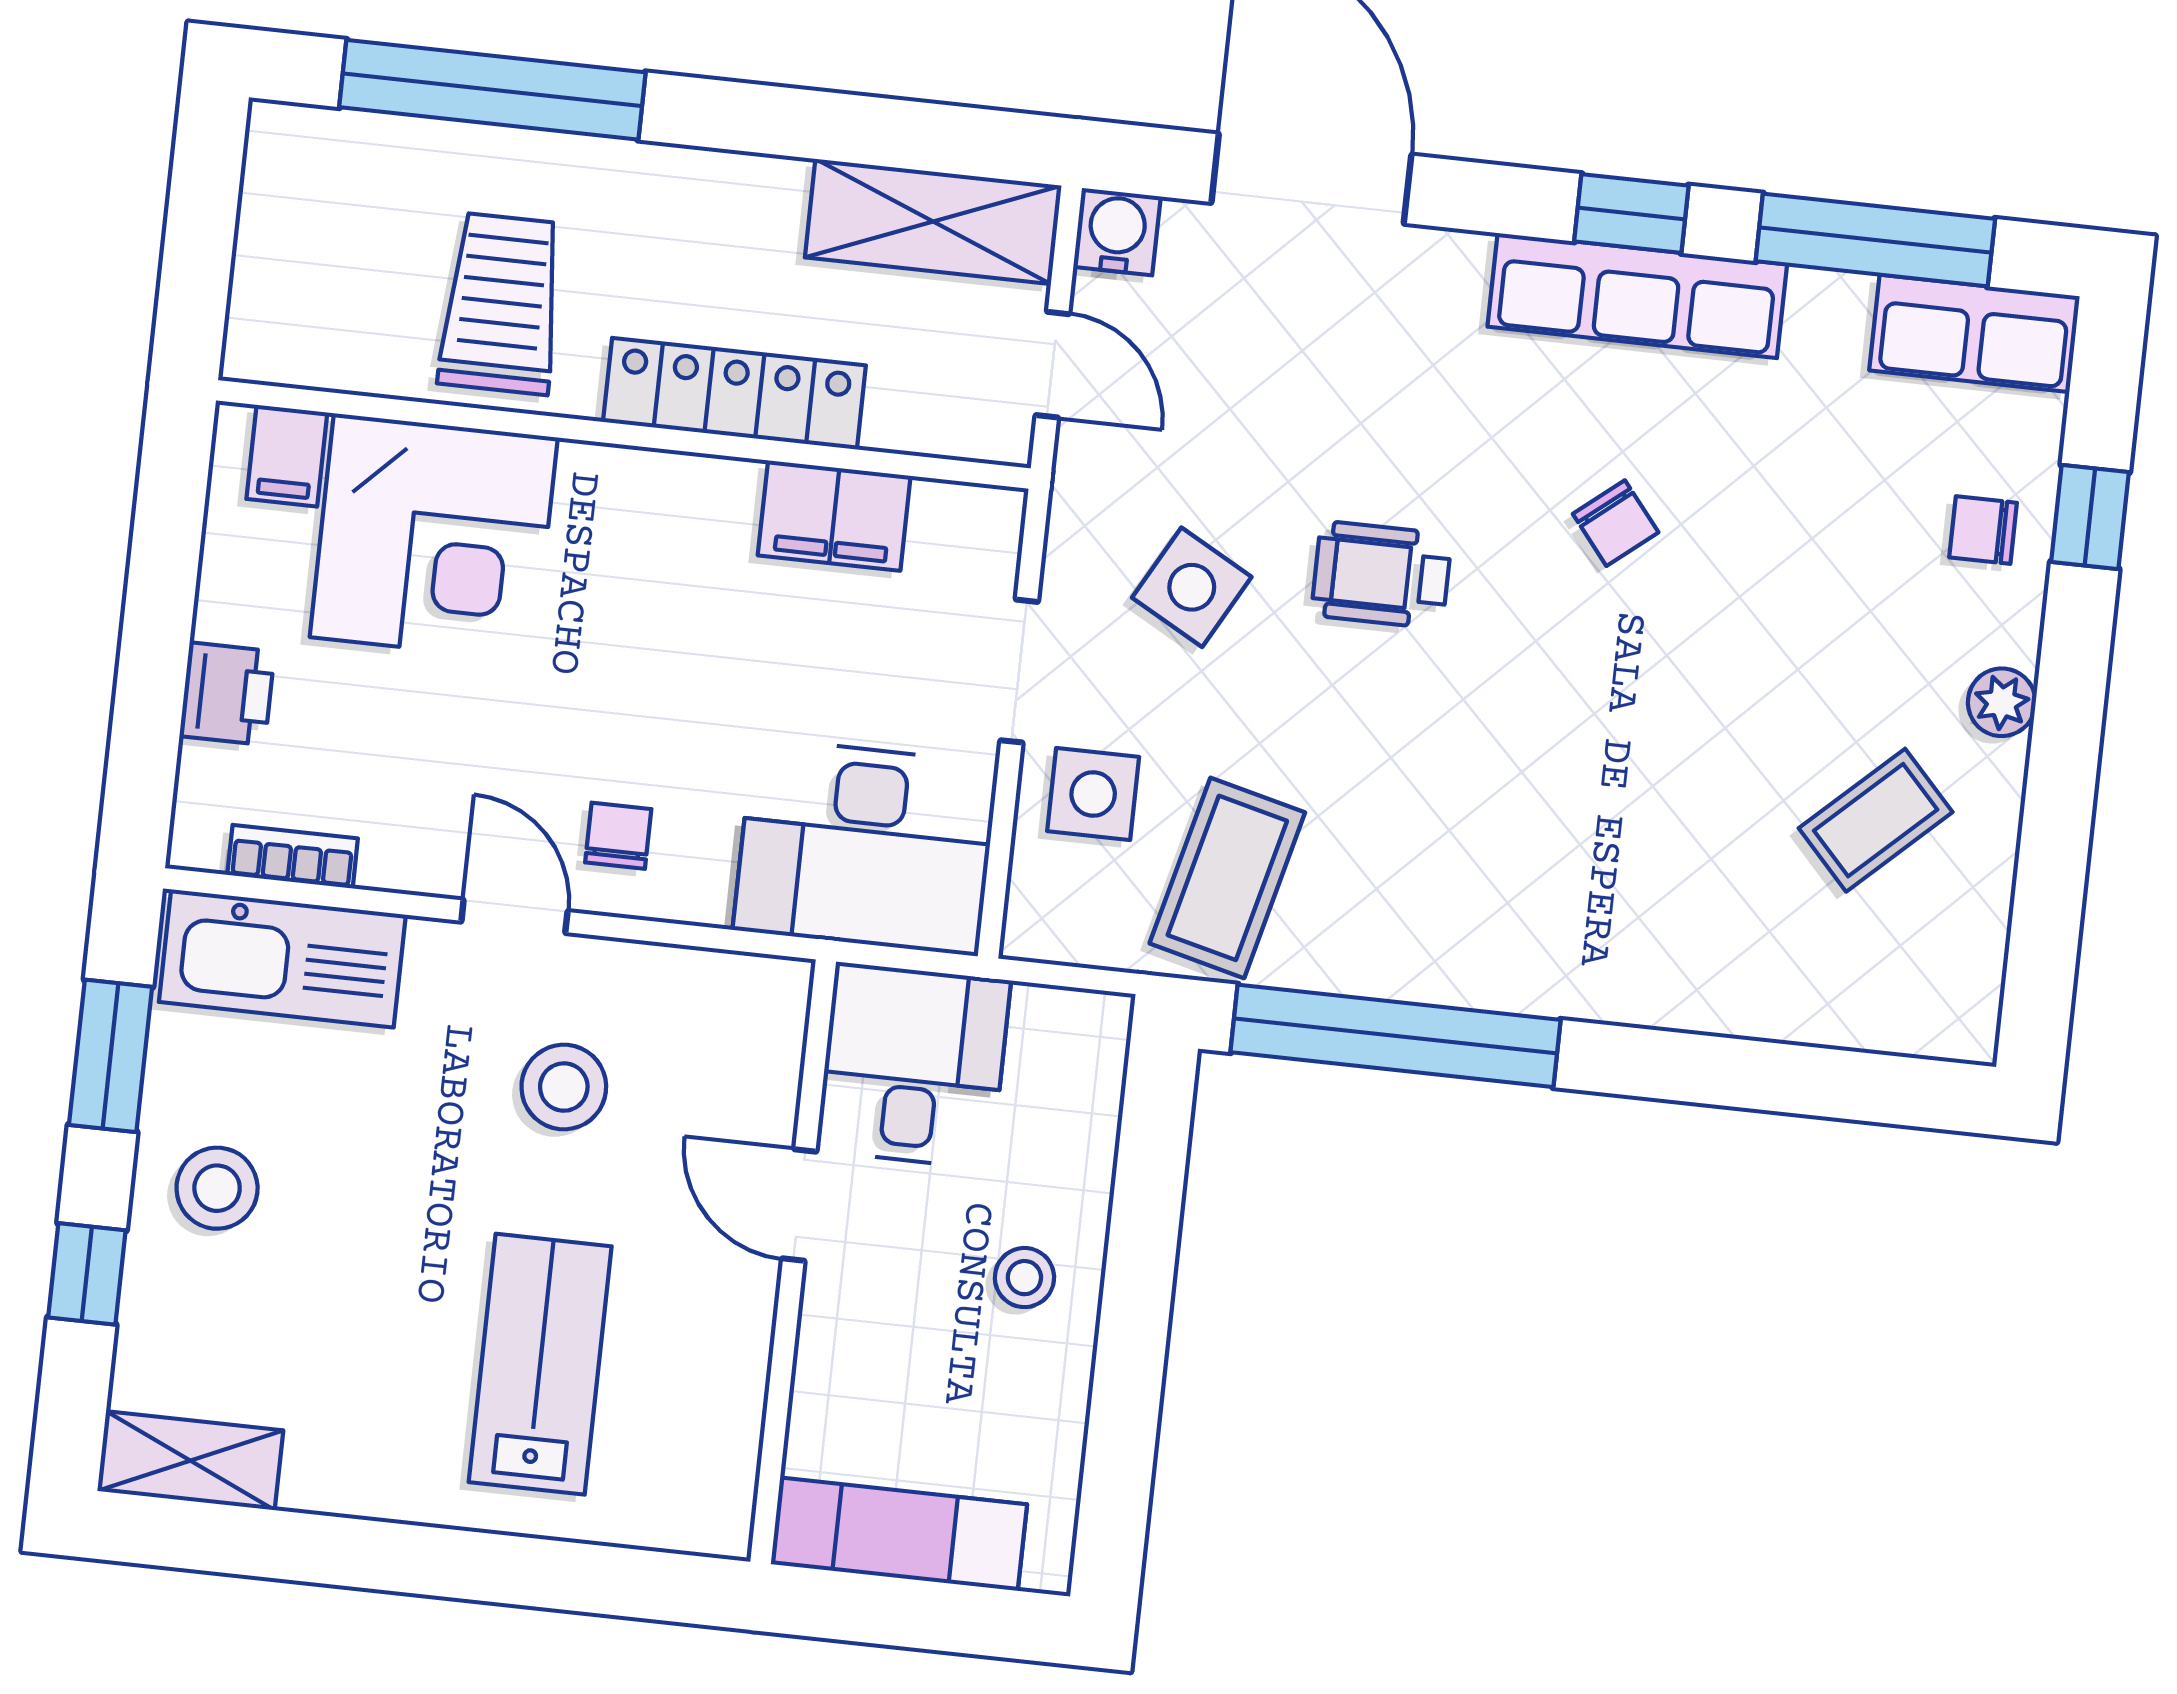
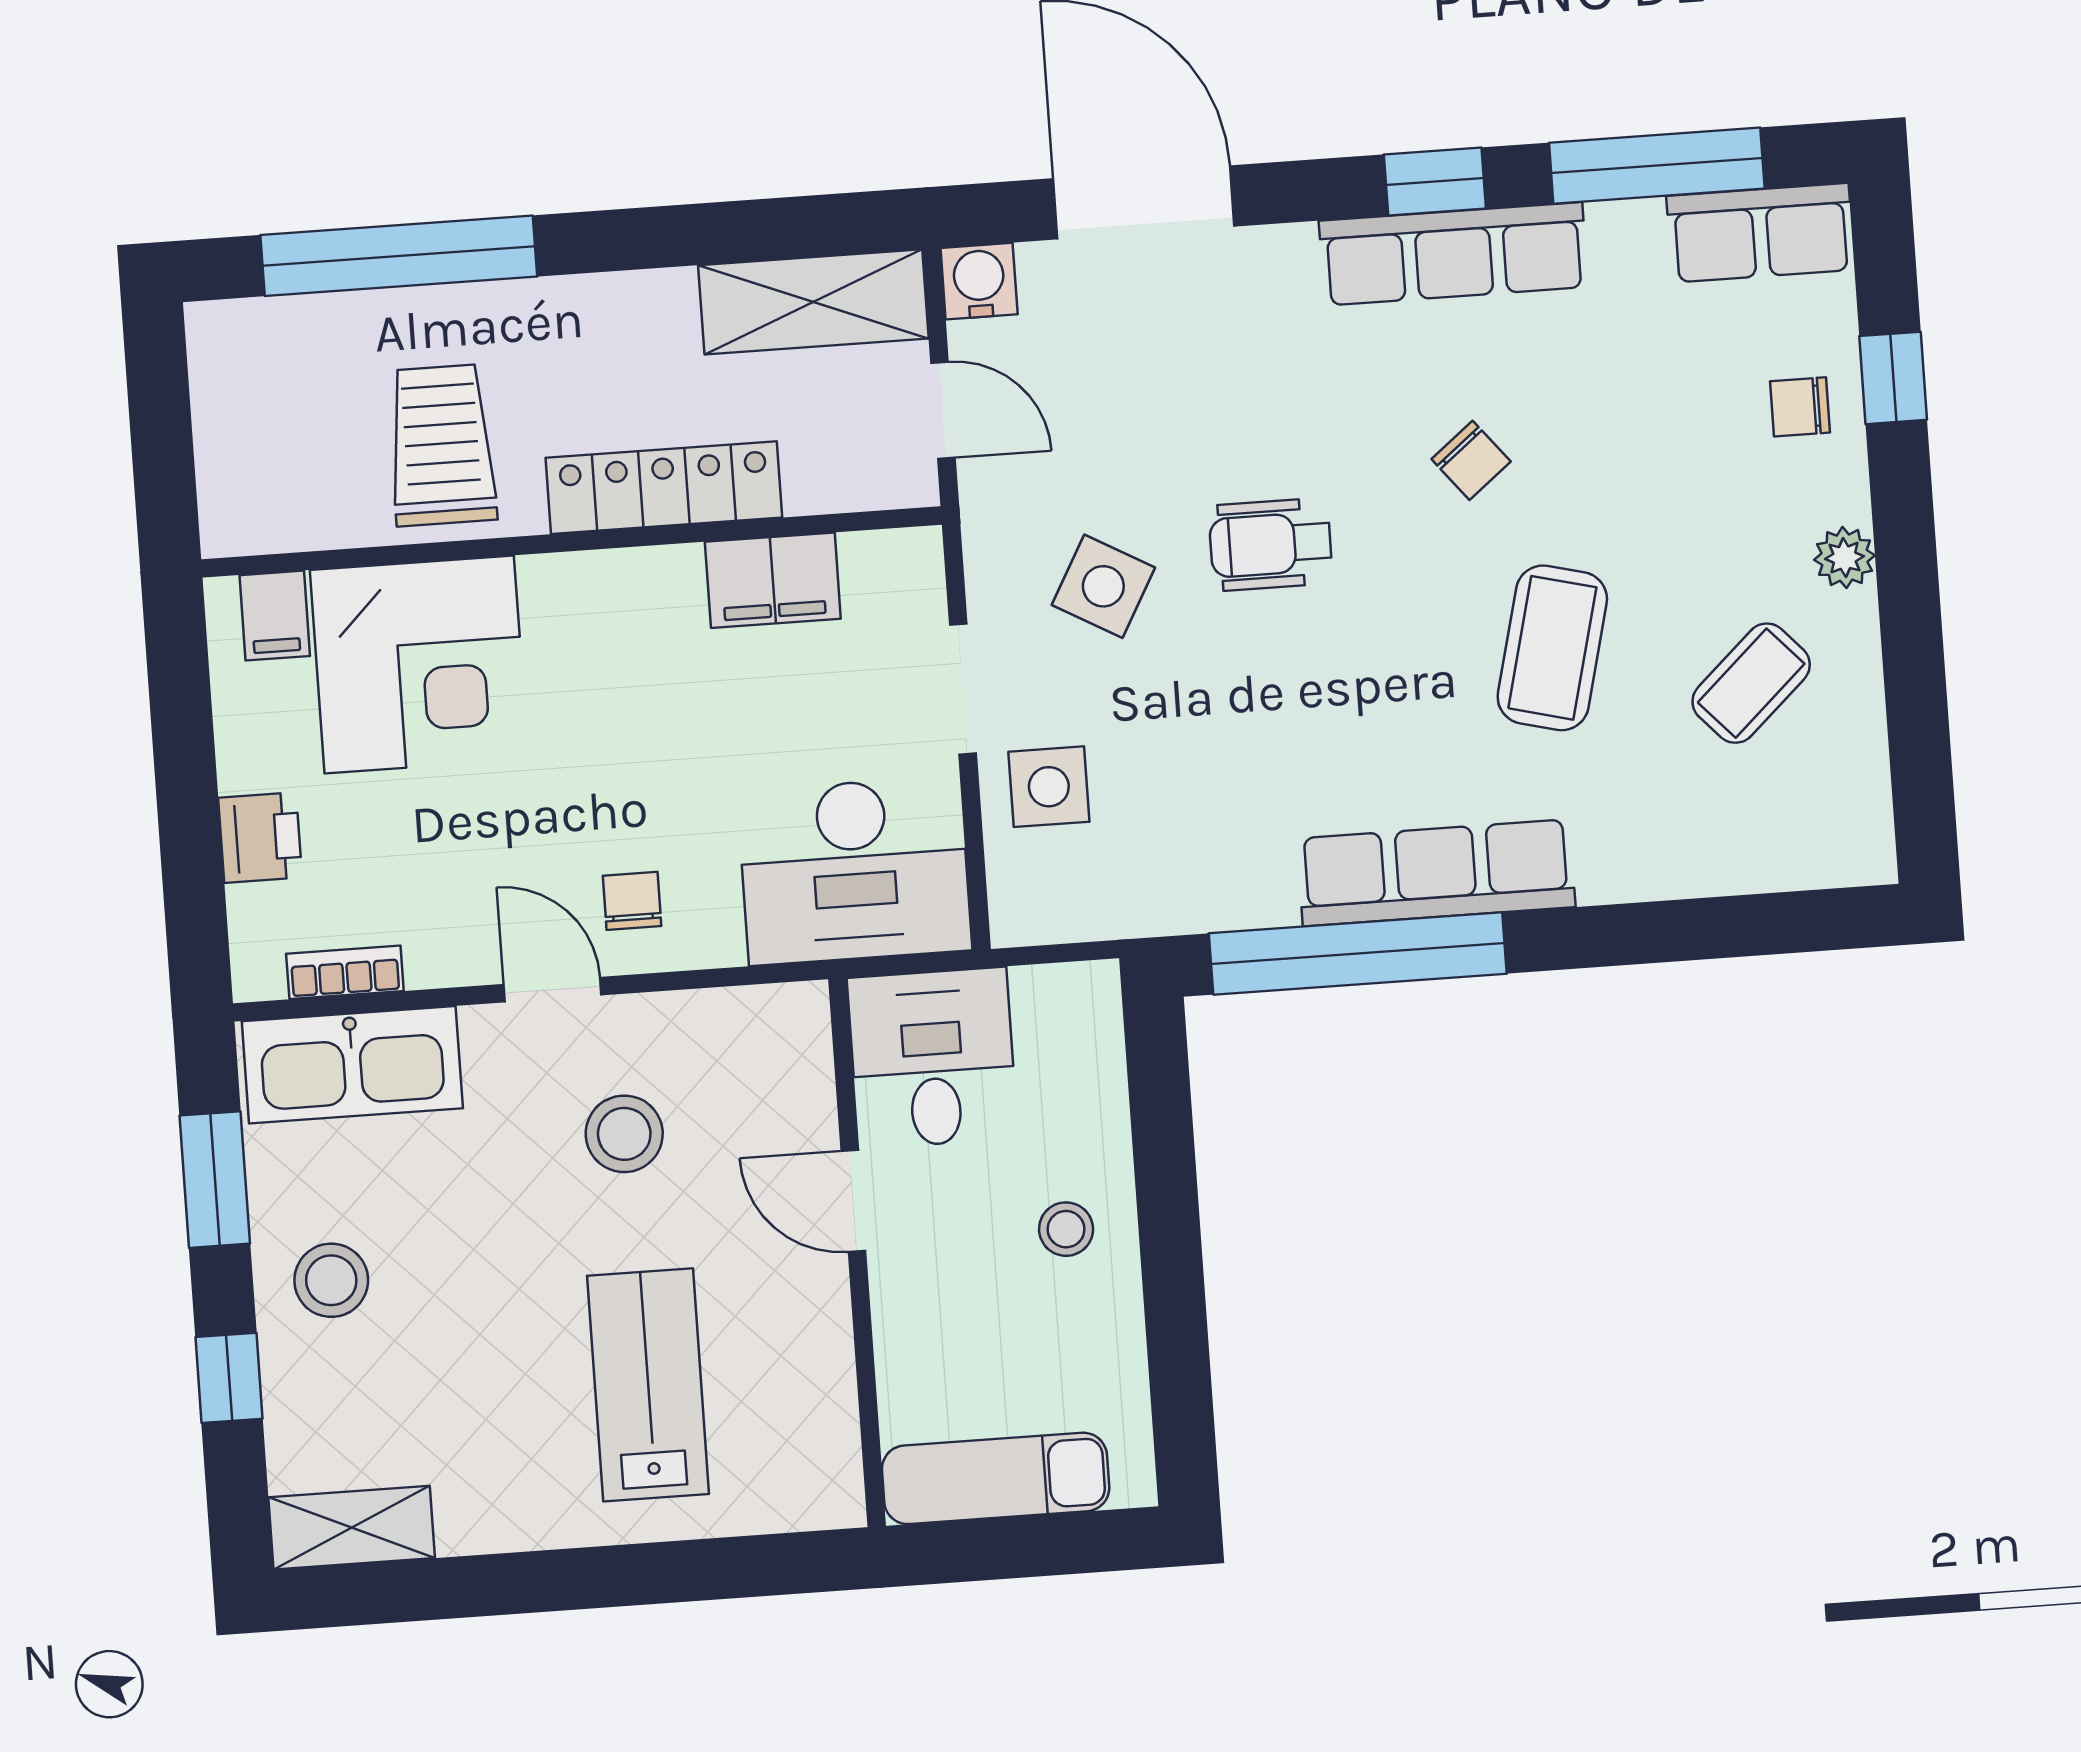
coffee table: (1227, 878) -> (1552, 648), moved
row of seats: (1496, 964) -> (1436, 873), added

